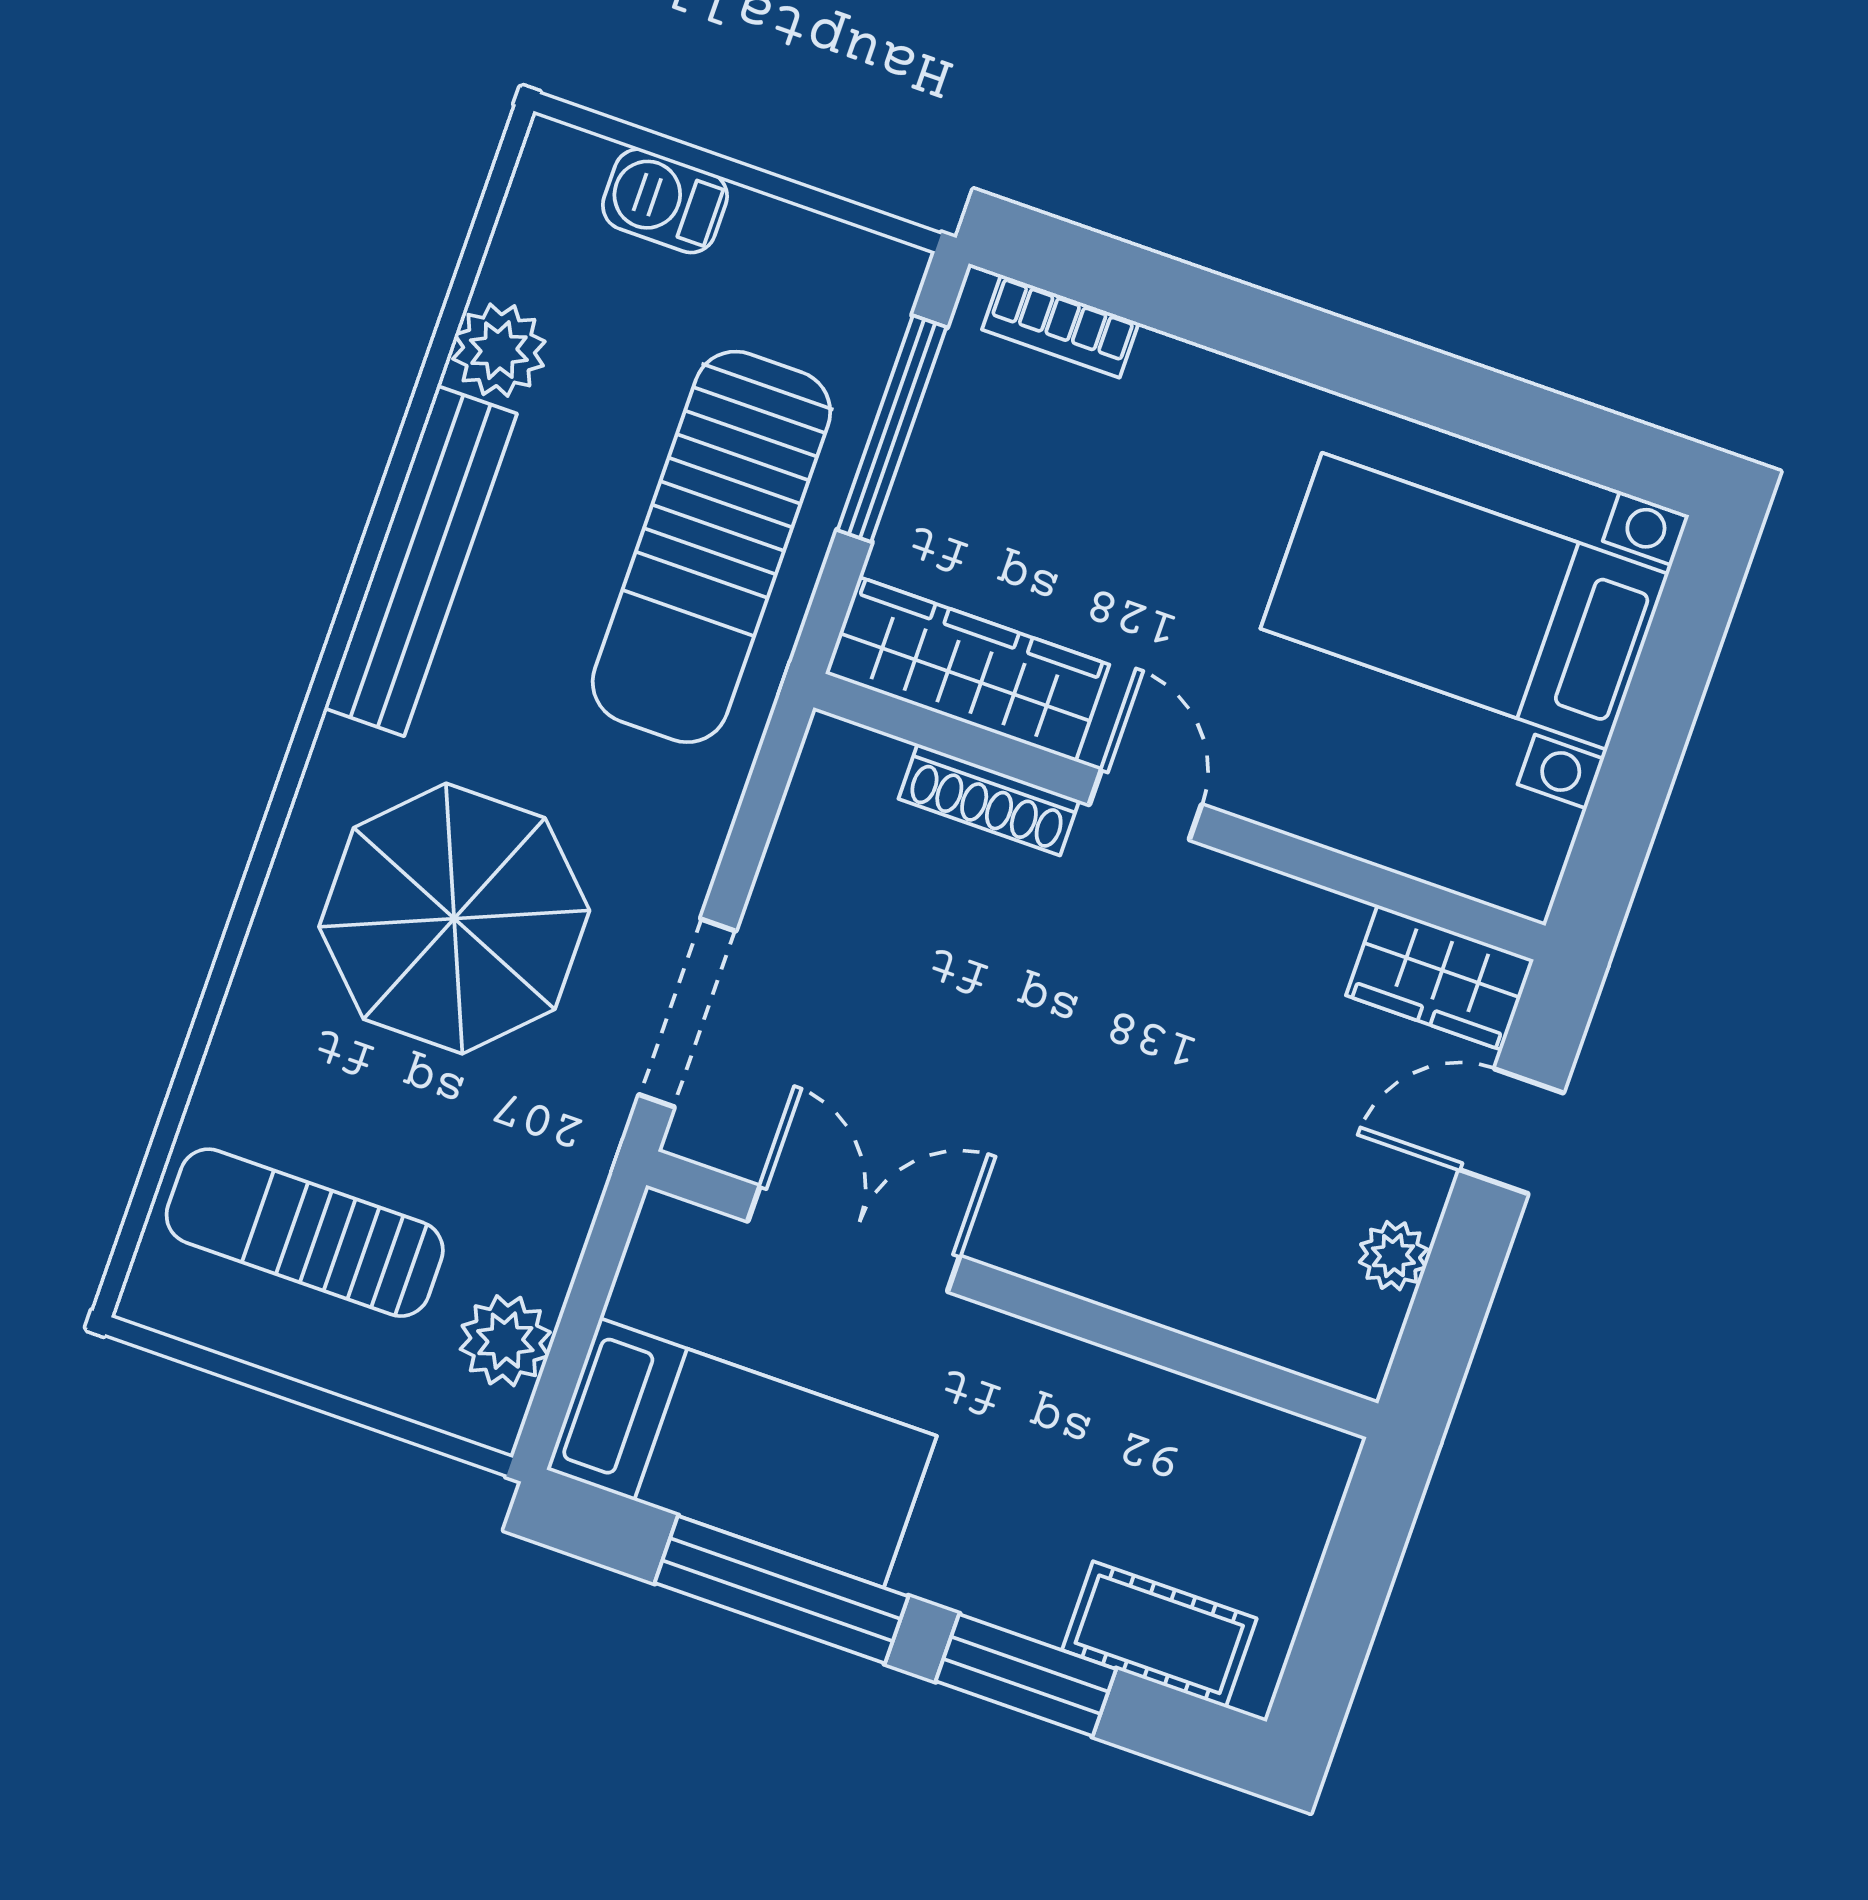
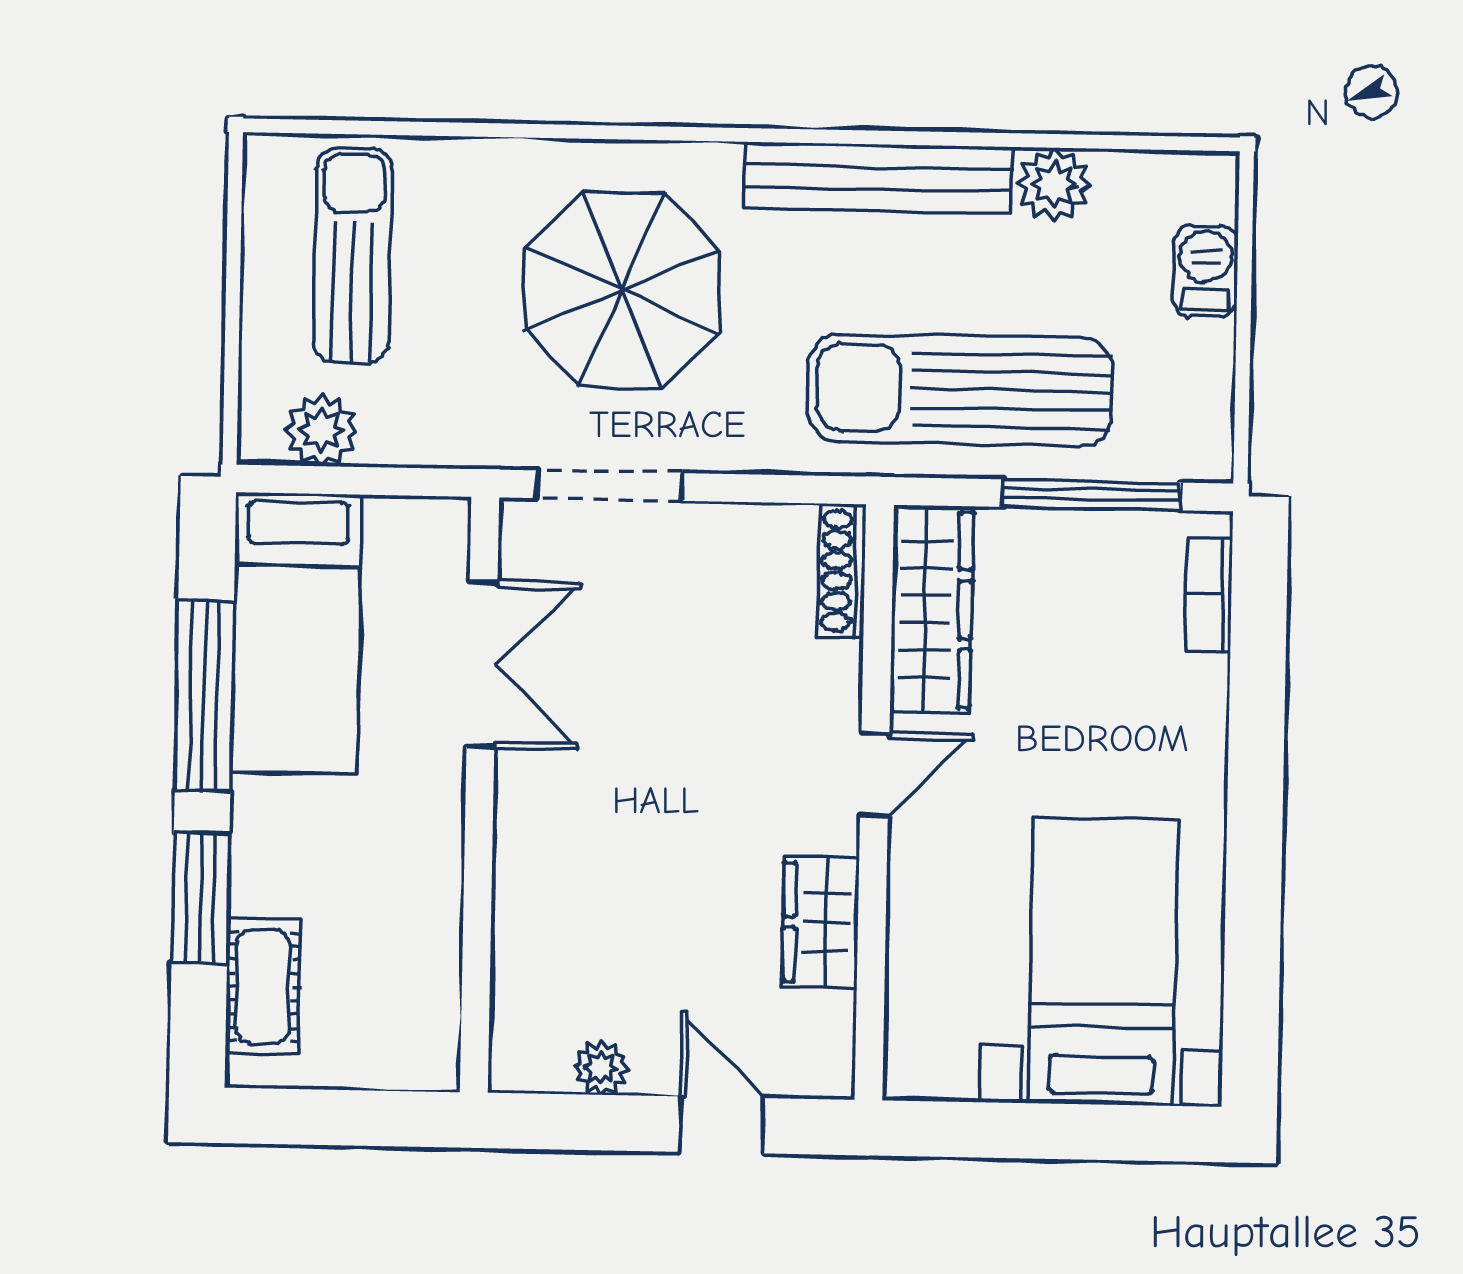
shoe rack: (989, 800) -> (842, 571), moved
wardrobe: (1440, 978) -> (821, 922), moved

